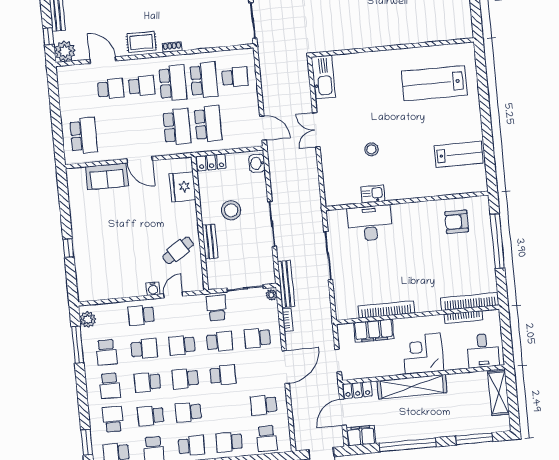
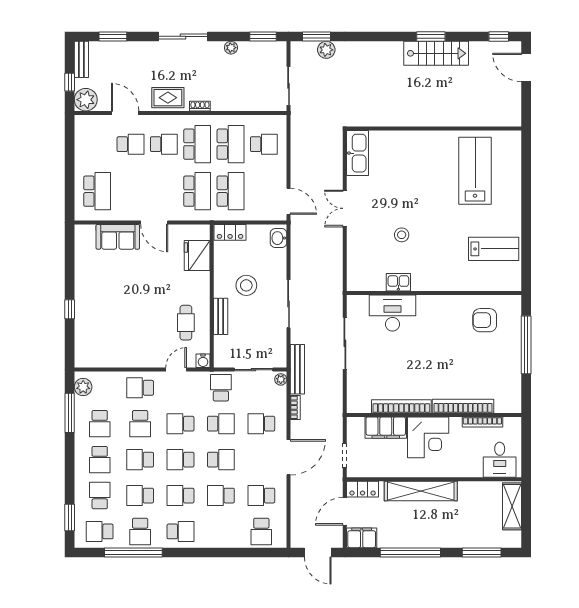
lab bench: (434, 83) -> (475, 171), turned 90
cafe table: (178, 250) -> (186, 323), turned -57
water cooler: (153, 289) -> (203, 361), moved
bookcase: (470, 301) -> (463, 406), moved
school desk: (144, 349) -> (140, 424), turned 90
corner desk: (423, 353) -> (428, 437), moved, turned 180
school desk: (229, 442) -> (221, 496), moved

